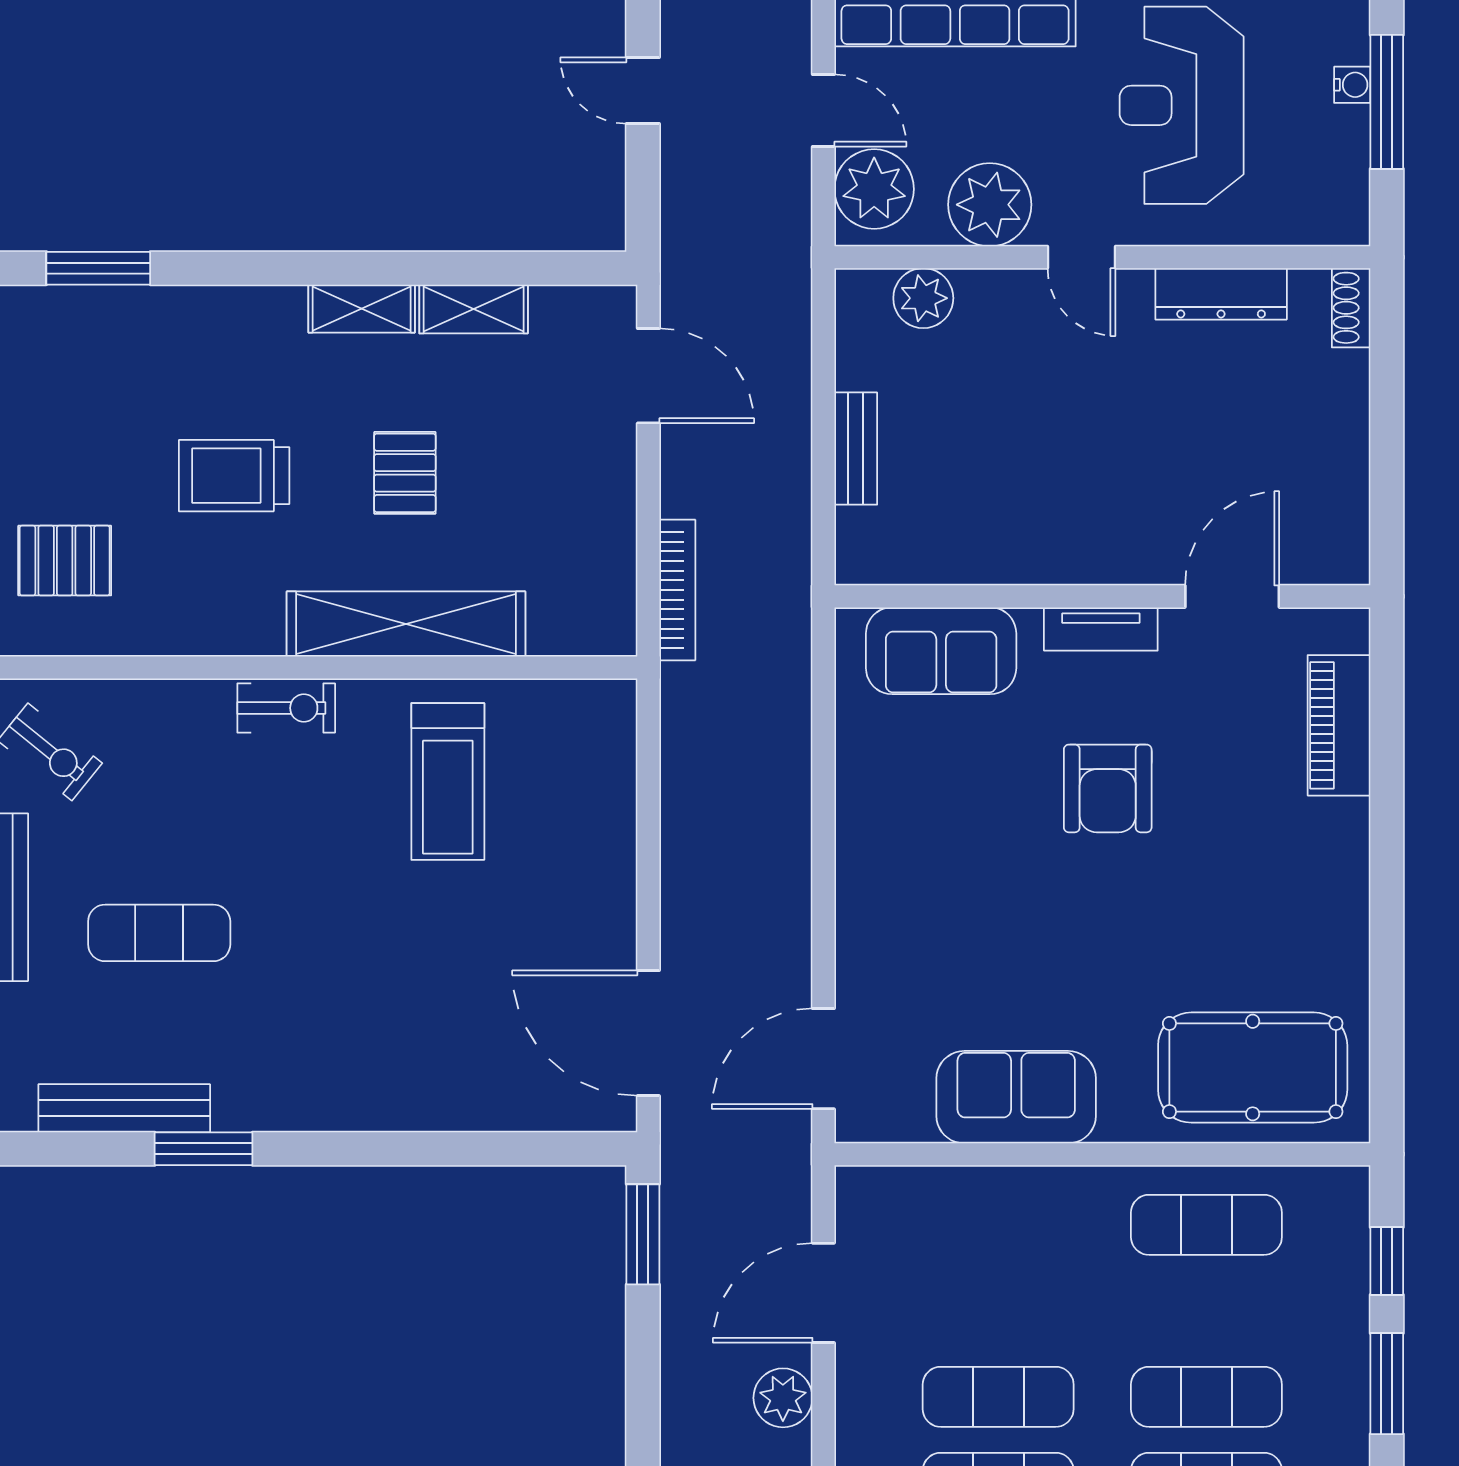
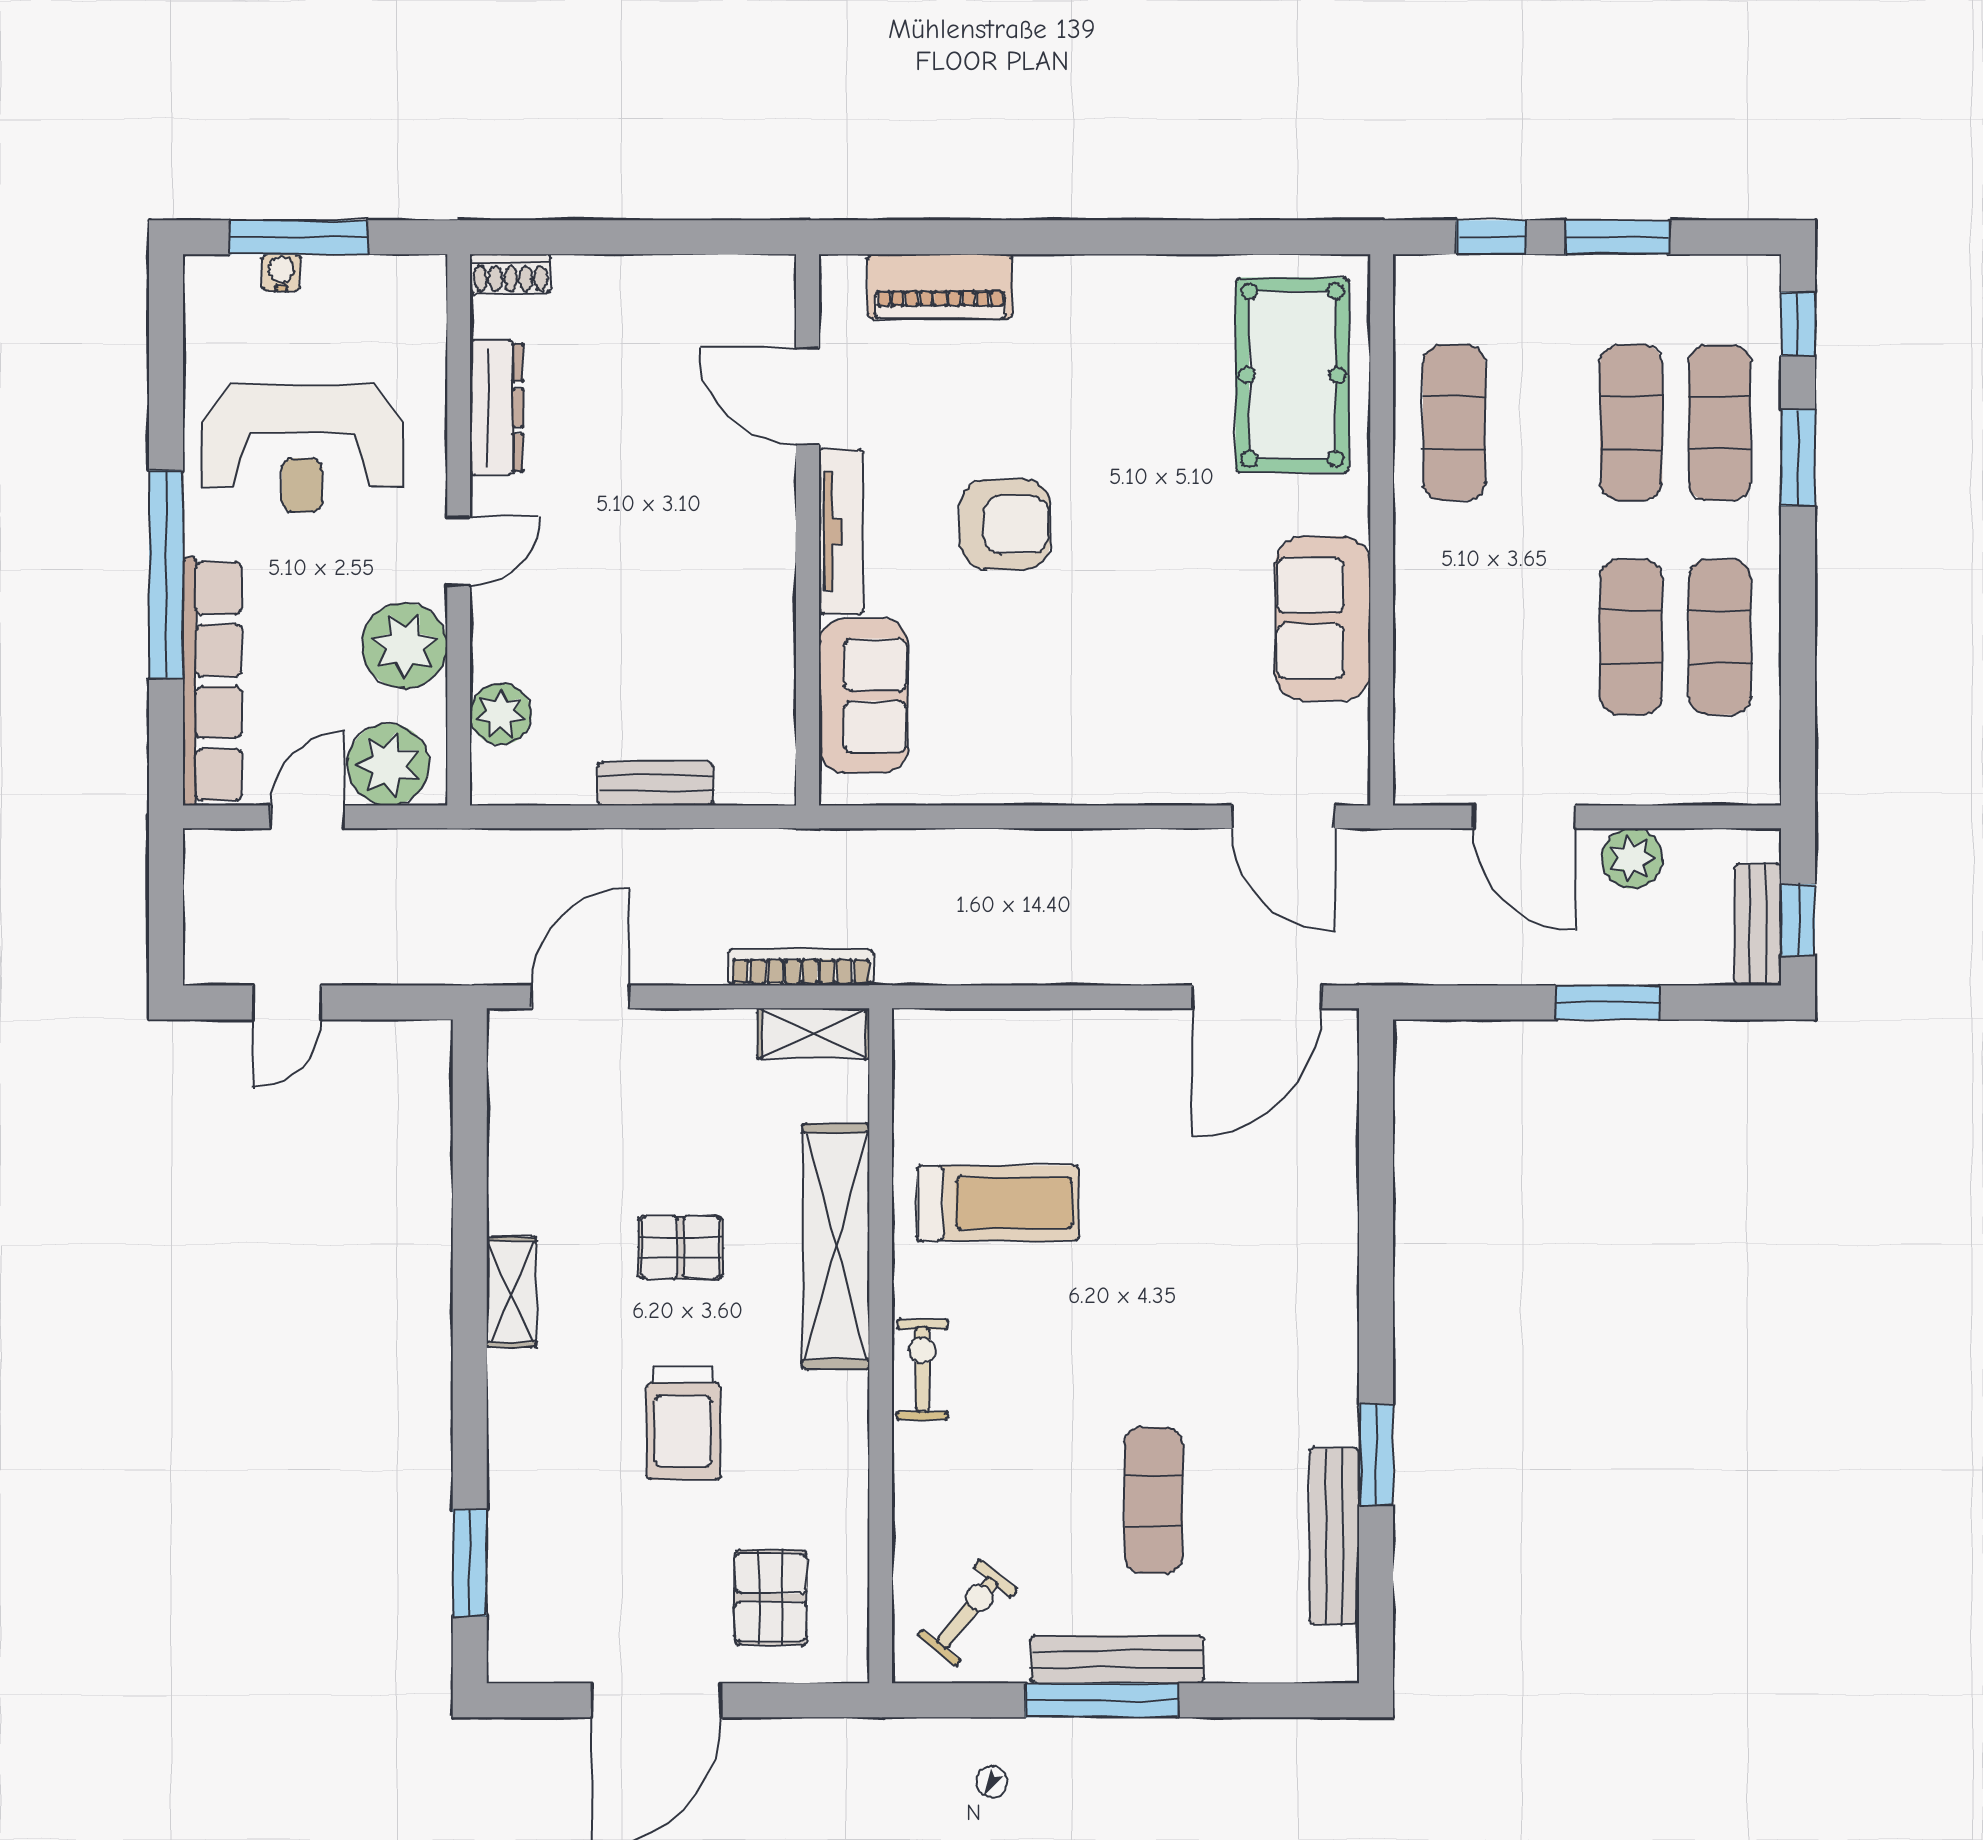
shelving: (474, 309) -> (814, 1033), moved, turned 90
tv unit: (1101, 629) -> (841, 531), width x1.41
window: (643, 1234) -> (1608, 1002), moved

